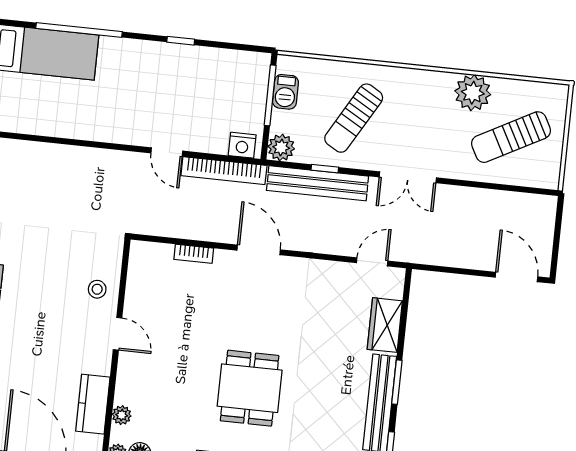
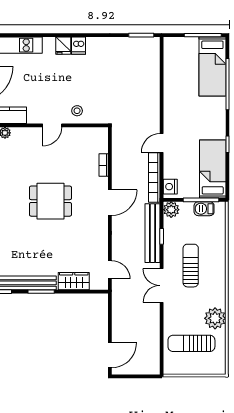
bed: (220, 70) -> (213, 169), added
sun lounger: (354, 118) -> (191, 266), moved, turned 60
sun lounger: (511, 137) -> (191, 343), turned -62
dining table: (250, 388) -> (50, 201), moved

